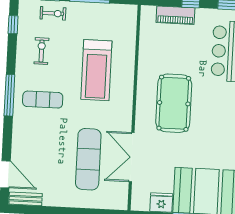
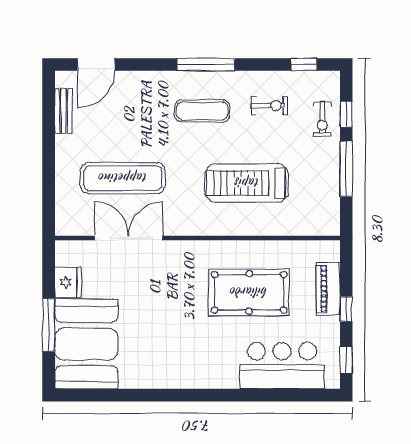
exercise mat: (43, 100) -> (202, 111), turned 90
pool table: (174, 103) -> (249, 292), moved
bench: (26, 199) -> (64, 111), moved

